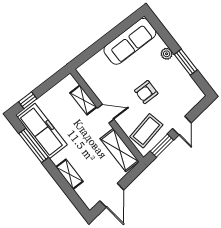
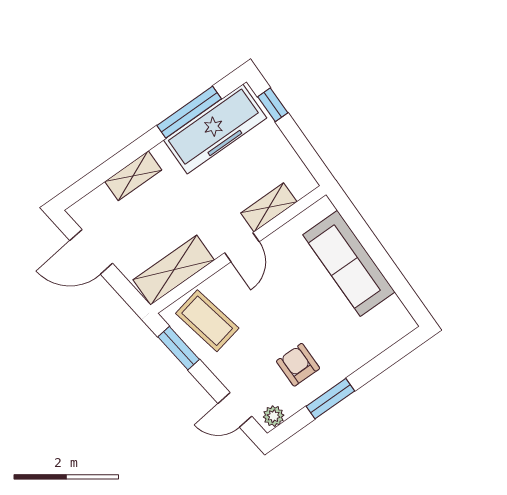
sofa: (130, 41) -> (349, 263), moved
plant: (167, 54) -> (274, 416), moved
armchair: (146, 92) -> (298, 365), moved
door: (182, 126) -> (235, 410), moved

